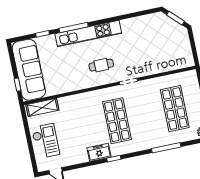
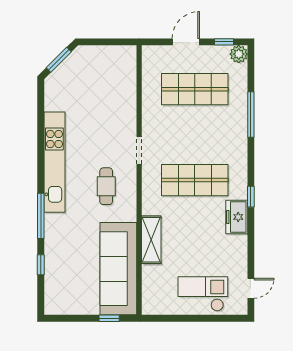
kitchen unit: (88, 33) -> (54, 162), moved
sofa: (29, 70) -> (118, 269), moved, turned -90
shelving: (42, 107) -> (151, 240), moved

